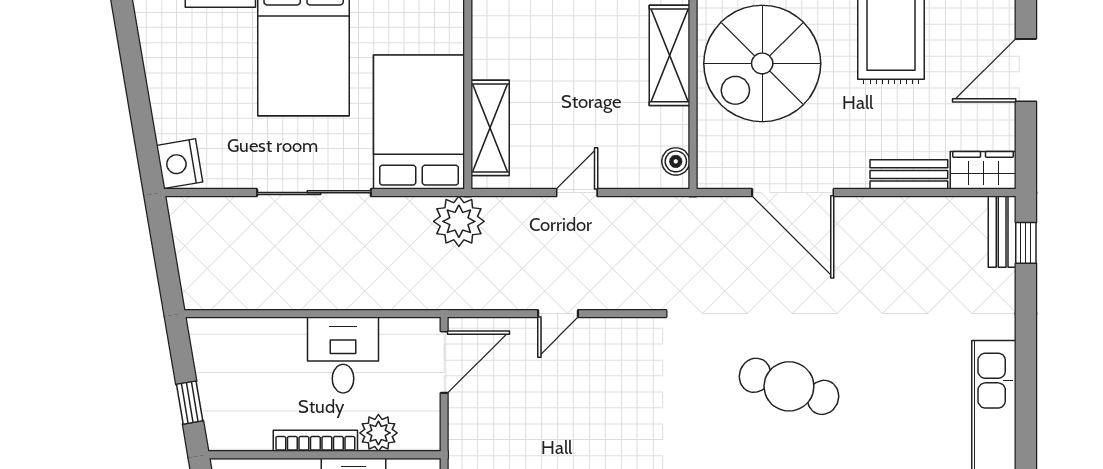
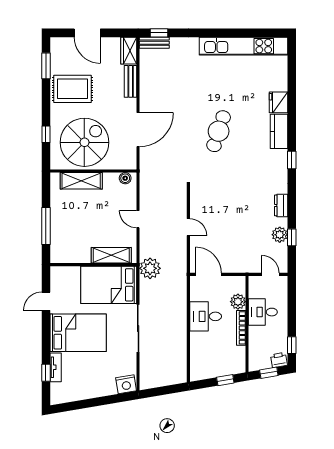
spiral stairs: (762, 63) -> (84, 142), turned -90

